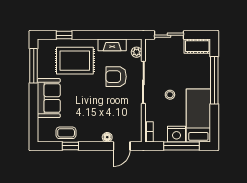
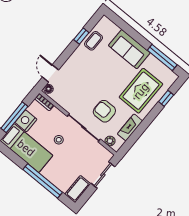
armchair: (116, 77) -> (104, 111), turned -90
floor lamp: (107, 137) -> (49, 89), moved

